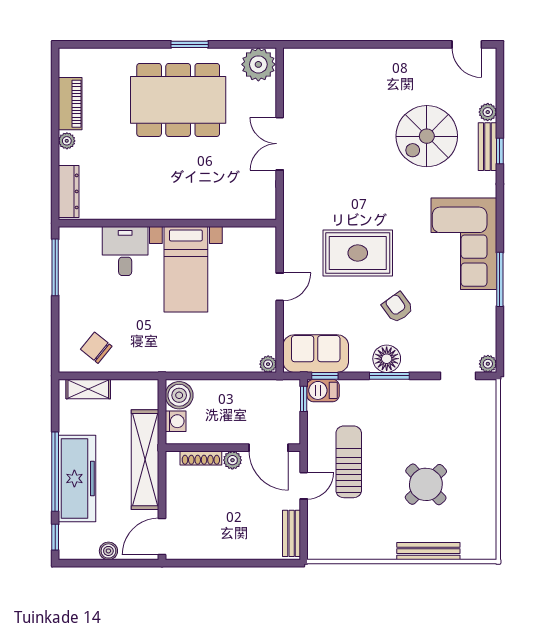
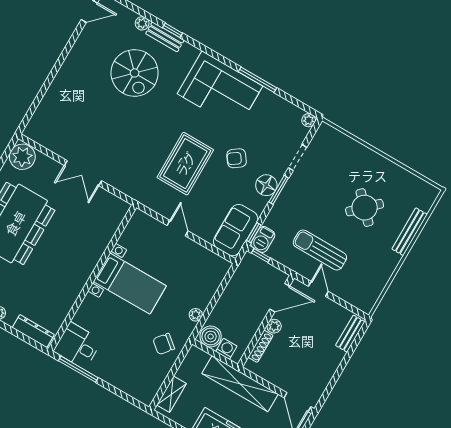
desk: (125, 251) -> (78, 346), moved
chair: (96, 348) -> (164, 344), moved
plant: (268, 364) -> (196, 315), moved
doorway: (458, 376) -> (298, 158), moved
bench: (292, 533) -> (350, 334), moved, turned 90

